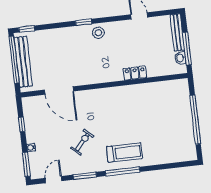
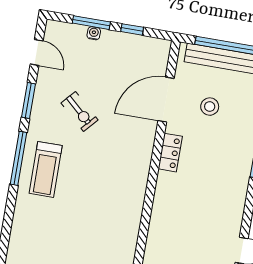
stool: (98, 33) -> (210, 107), moved
locker: (135, 73) -> (170, 153), moved
window: (26, 164) -> (91, 23), moved

